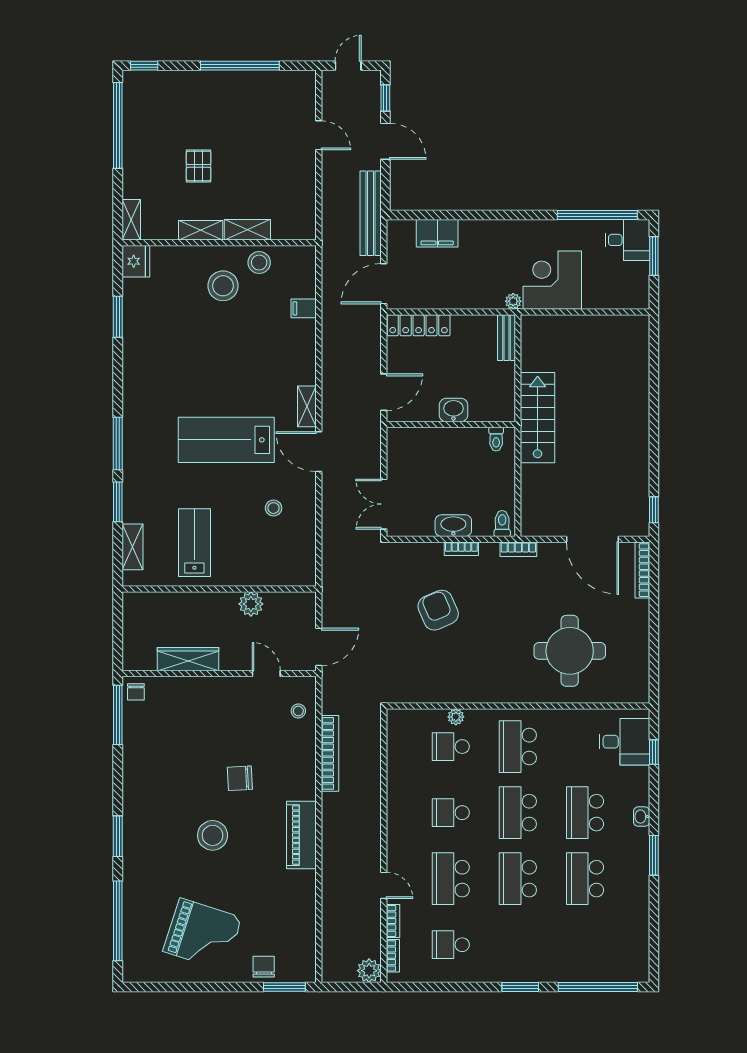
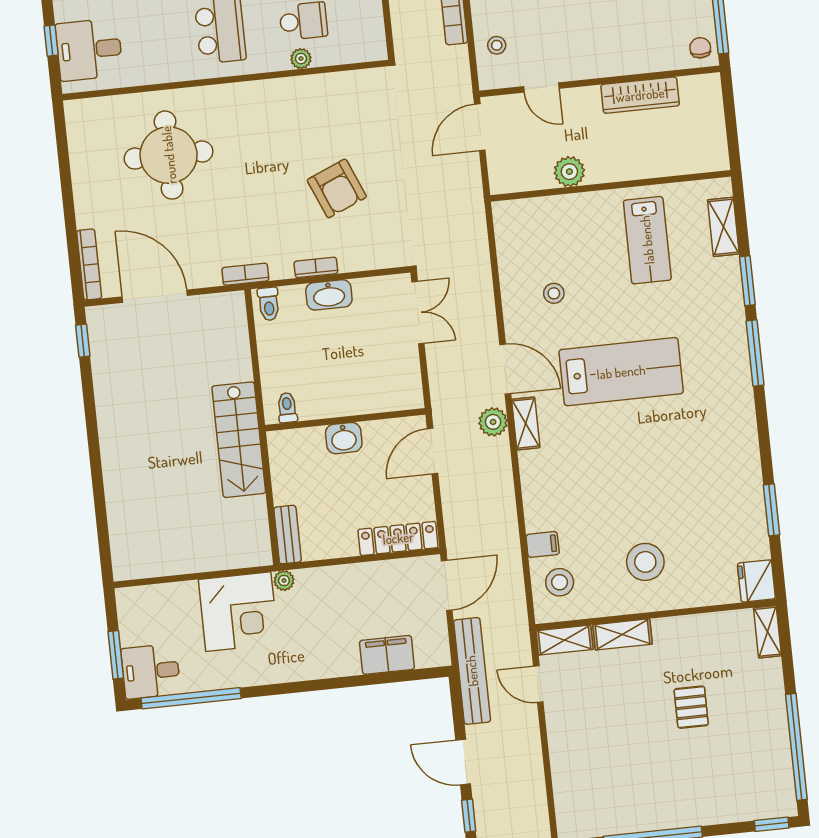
door: (319, 135) -> (538, 684), moved
shelving: (201, 230) -> (565, 640), moved
stool: (259, 263) -> (560, 582), moved
plant: (333, 410) -> (493, 422), added

